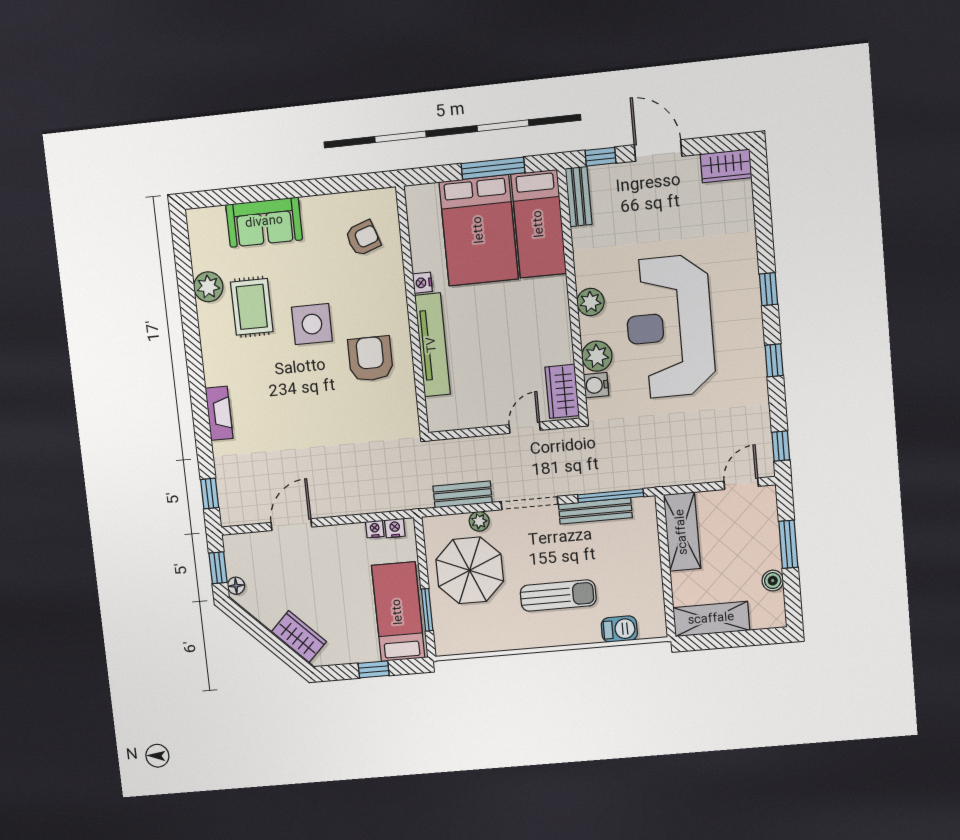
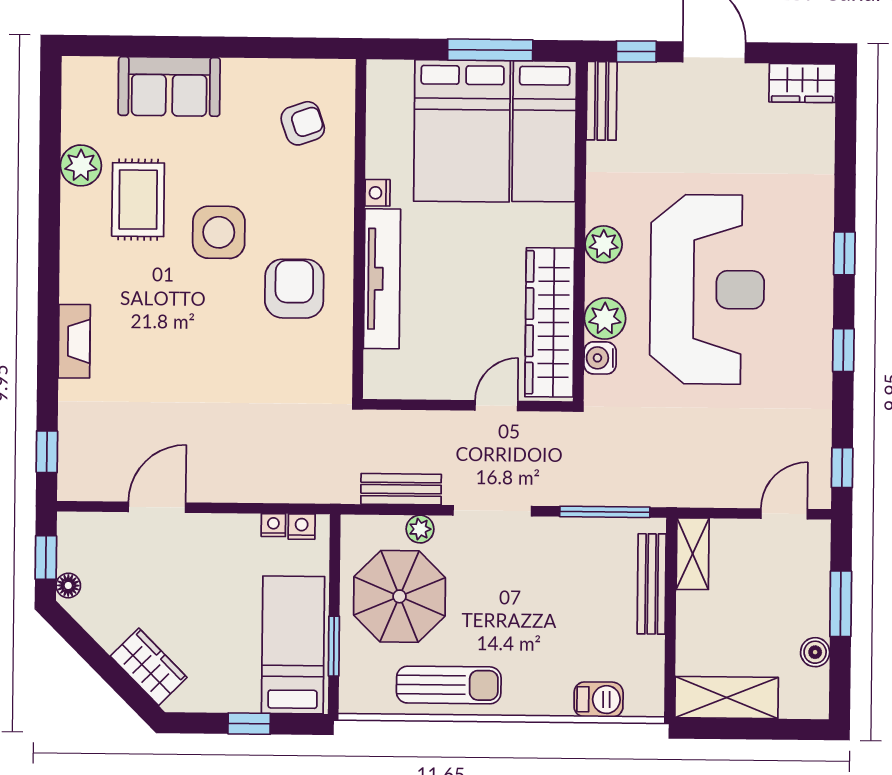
reception desk: (670, 327) -> (707, 289), turned 180
wardrobe: (562, 391) -> (550, 322), width x2.10, depth x1.17
bench: (595, 511) -> (652, 584), moved, turned 90
shelving: (682, 532) -> (693, 554), width x0.67, depth x0.75
sun lounger: (558, 596) -> (449, 685), moved

